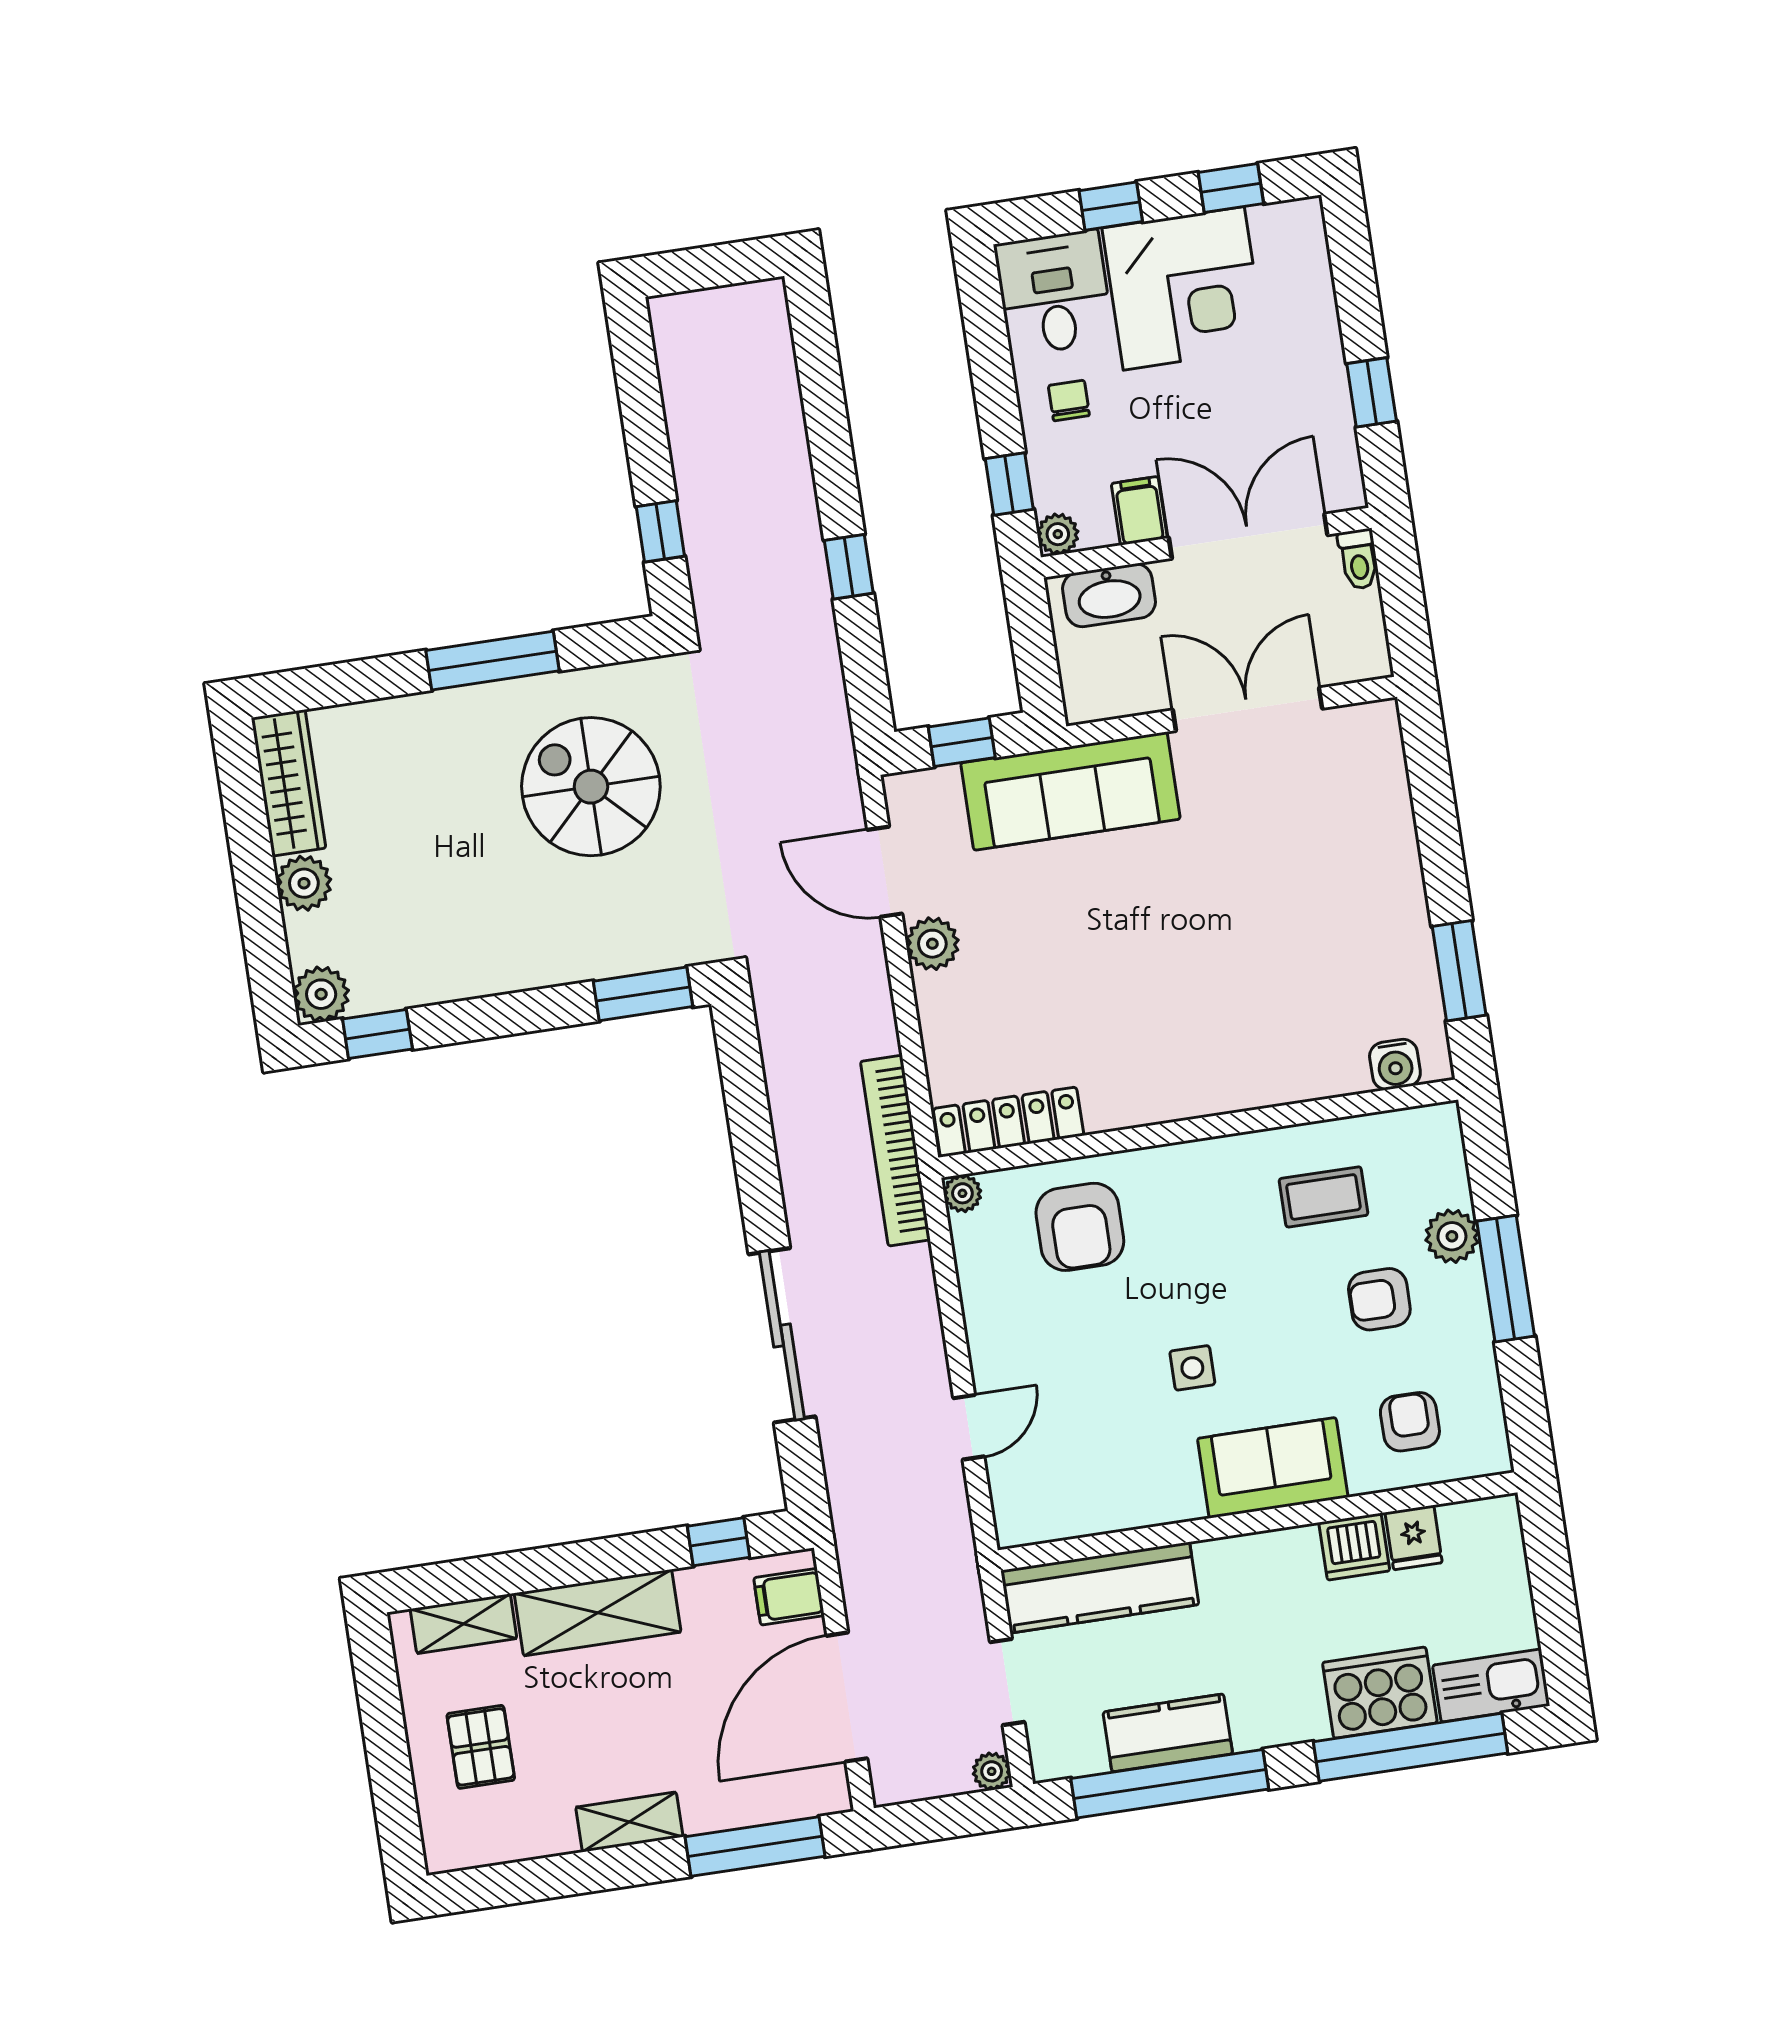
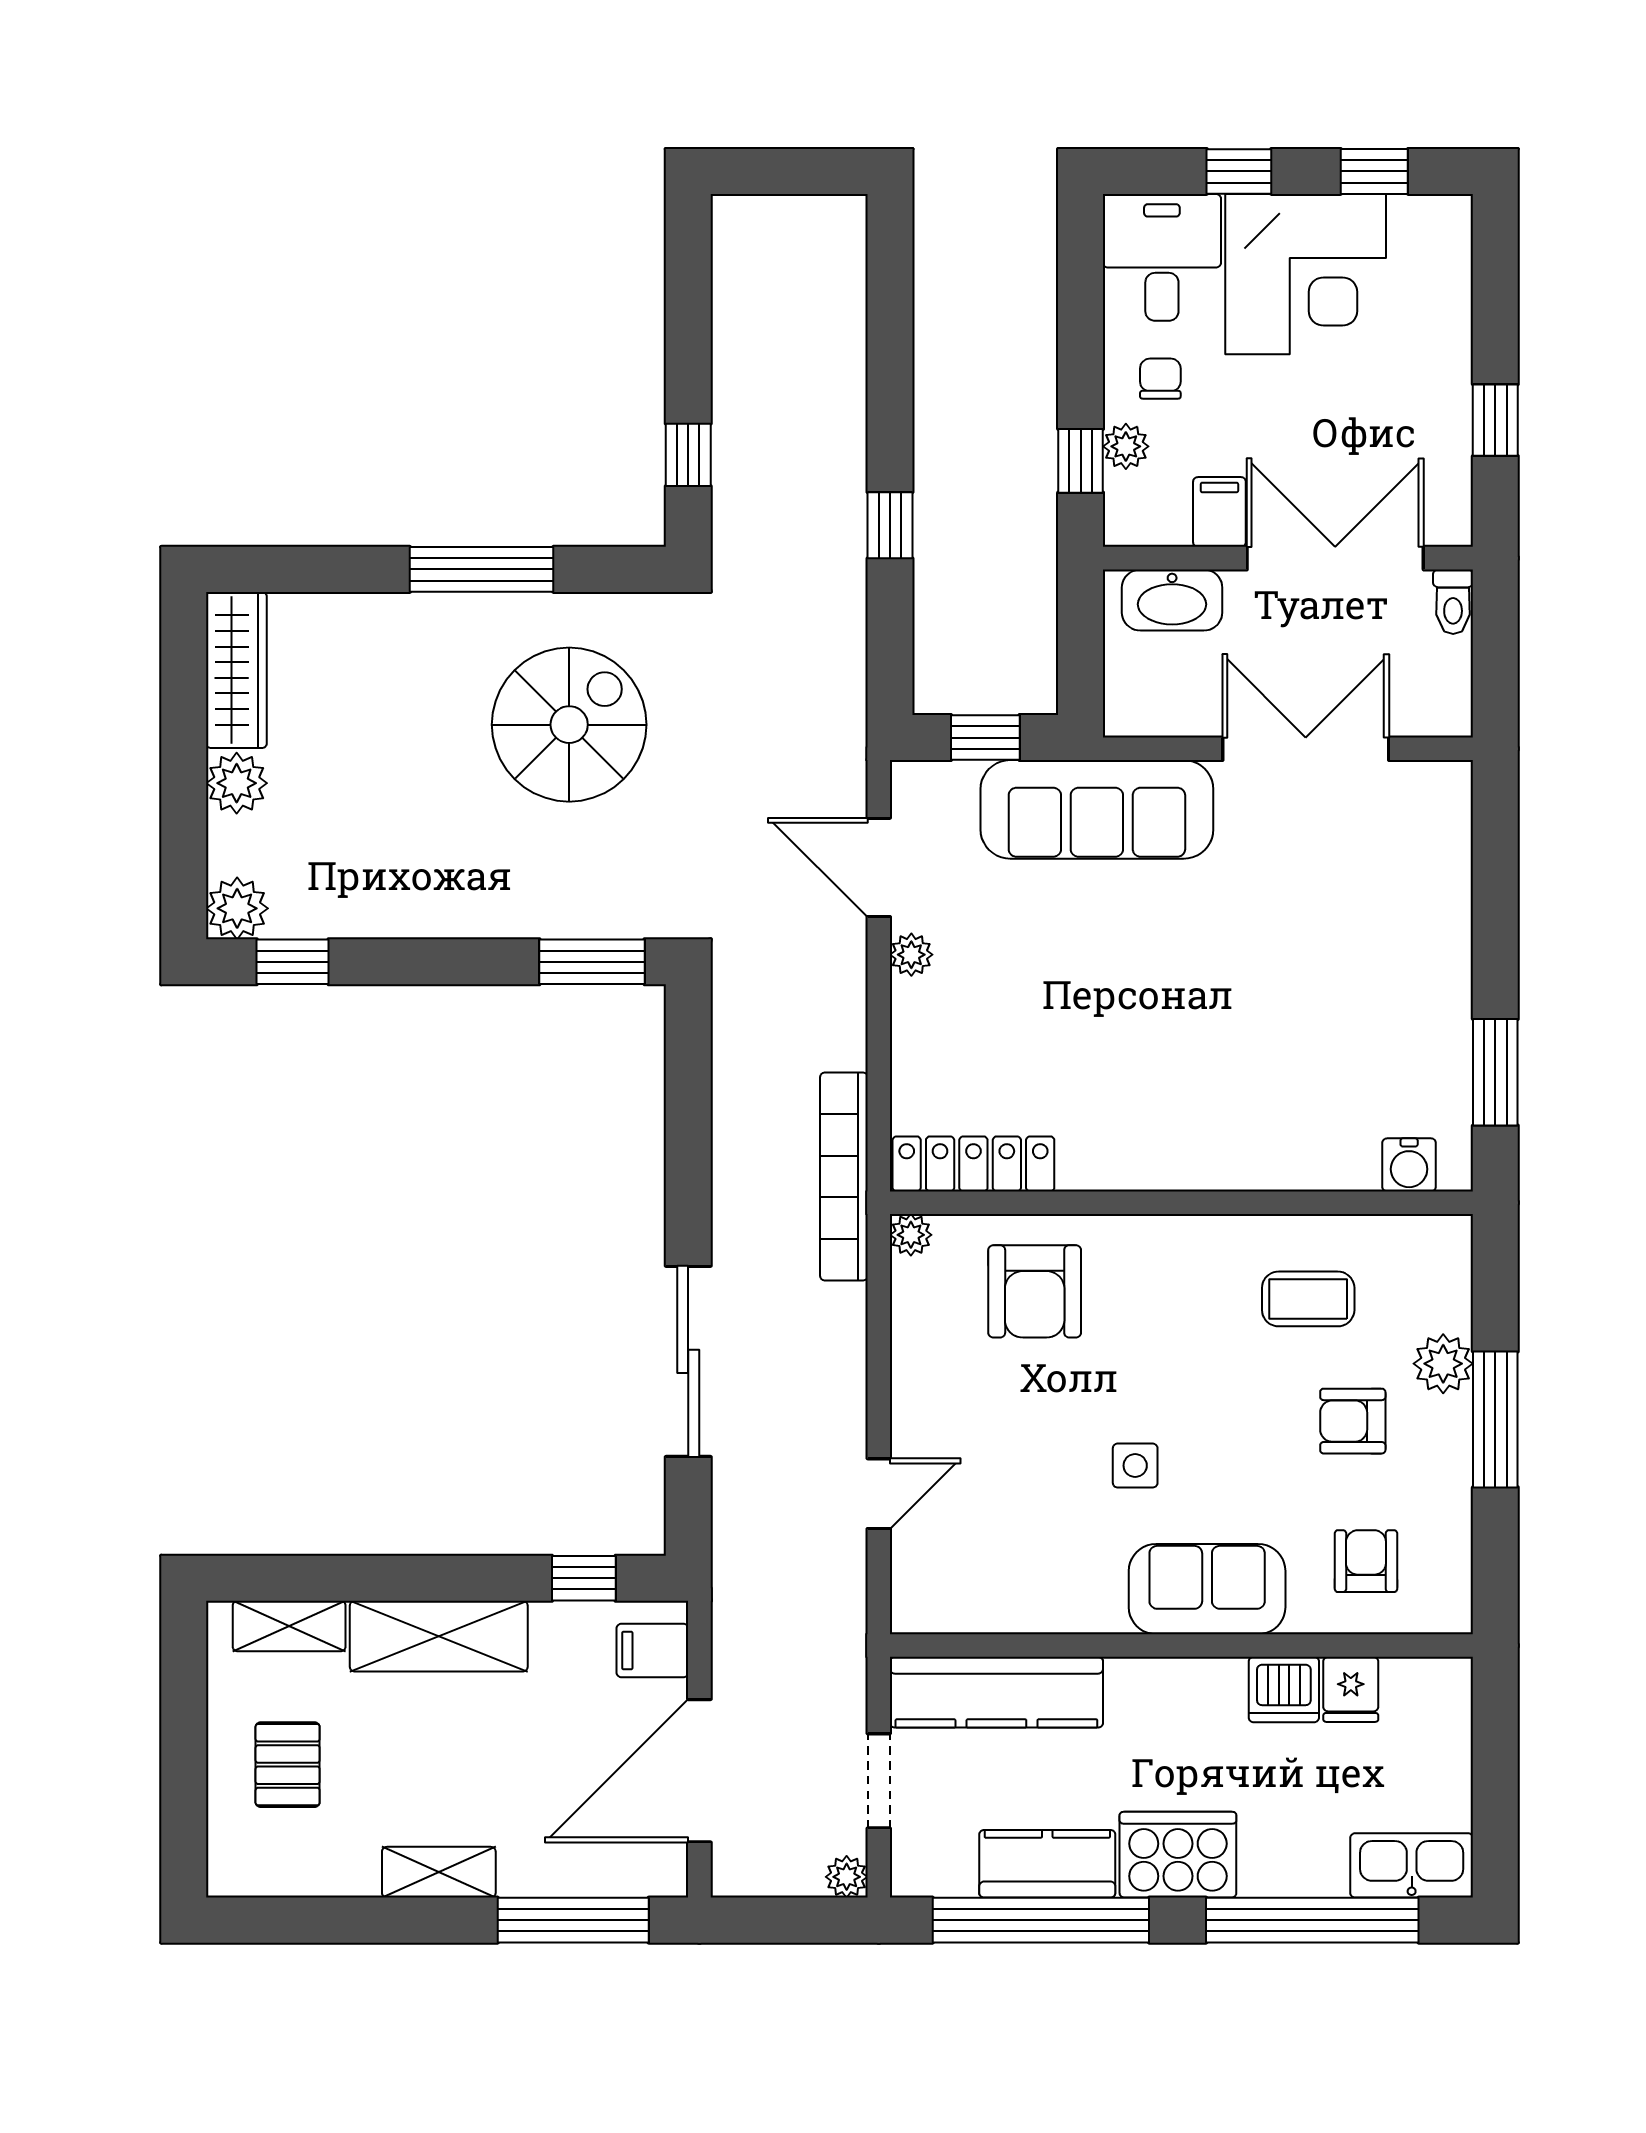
plant: (1058, 534) -> (1126, 446), moved
spiral stairs: (591, 787) -> (569, 725), turned 90
plant: (932, 944) -> (911, 955), width x0.73, depth x0.73
cooker: (1380, 1693) -> (1178, 1855), moved

